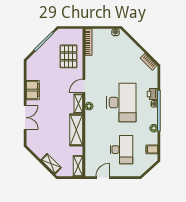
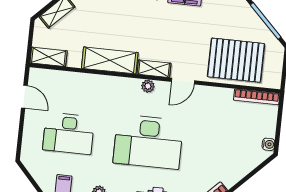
pallet: (68, 56) -> (236, 60), width x1.37, depth x1.41
door: (84, 86) -> (183, 81), swing flipped

